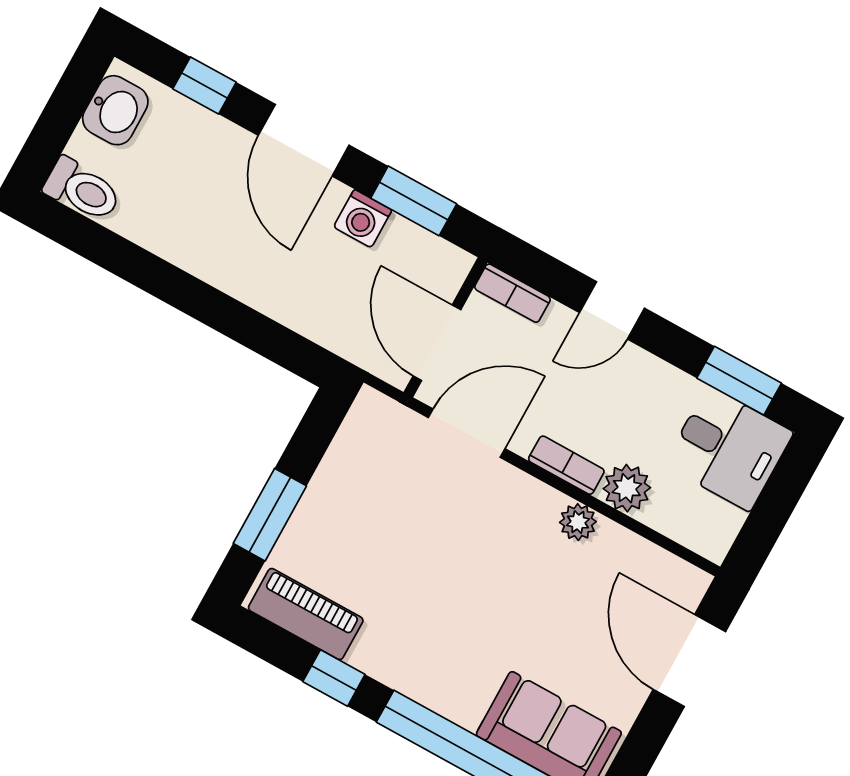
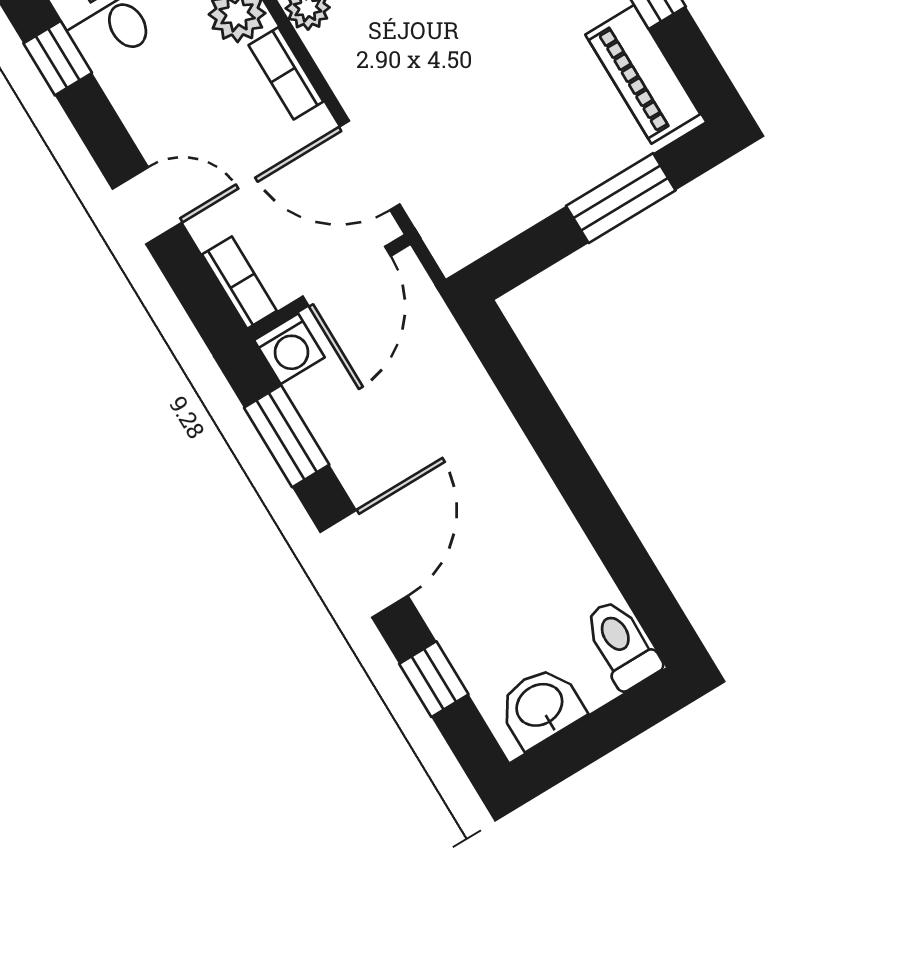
washing machine: (363, 219) -> (289, 349), moved, turned 90
window: (739, 381) -> (58, 58), width x0.67

